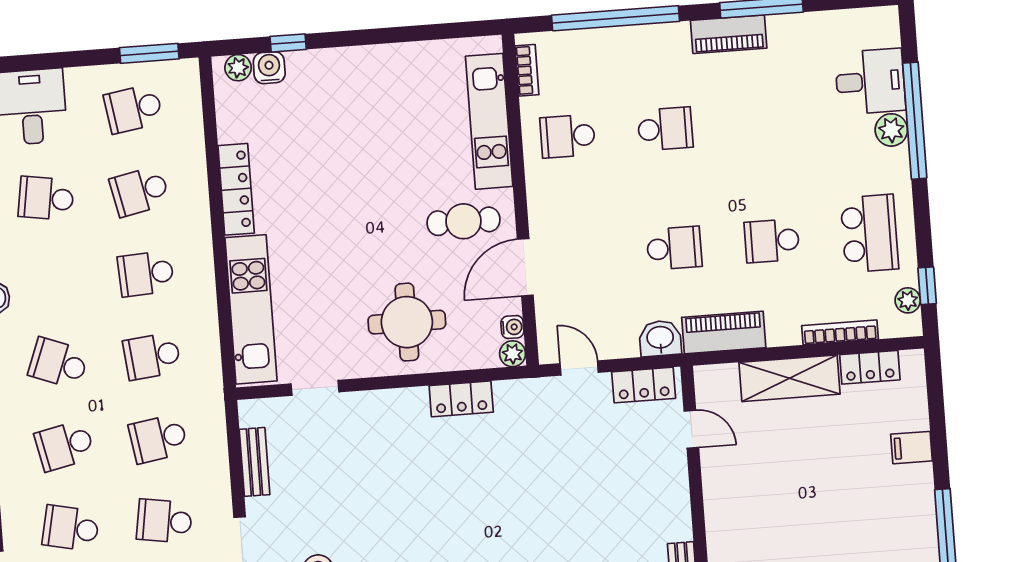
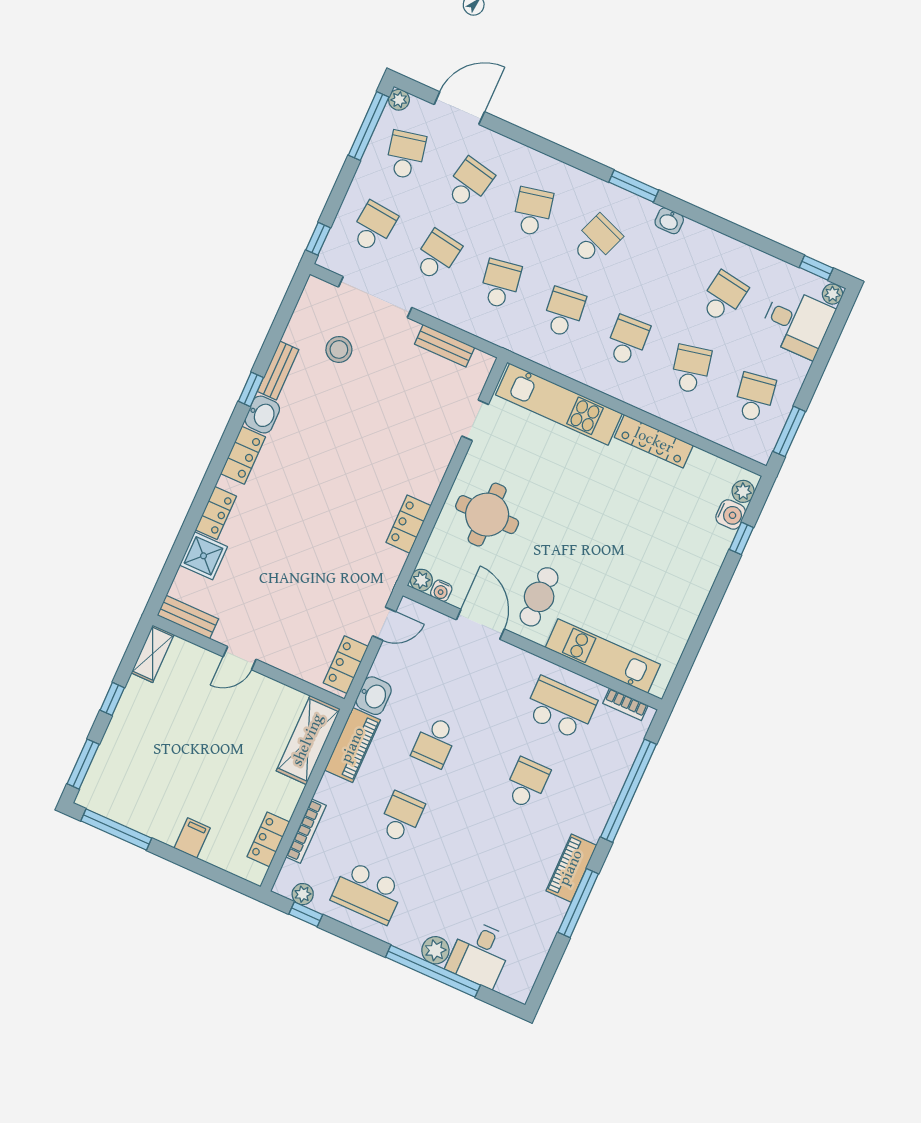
school desk: (665, 129) -> (527, 783), turned 180
school desk: (568, 136) -> (560, 708), width x1.85
shelving: (789, 378) -> (308, 740), moved
door: (691, 429) -> (240, 658), moved

